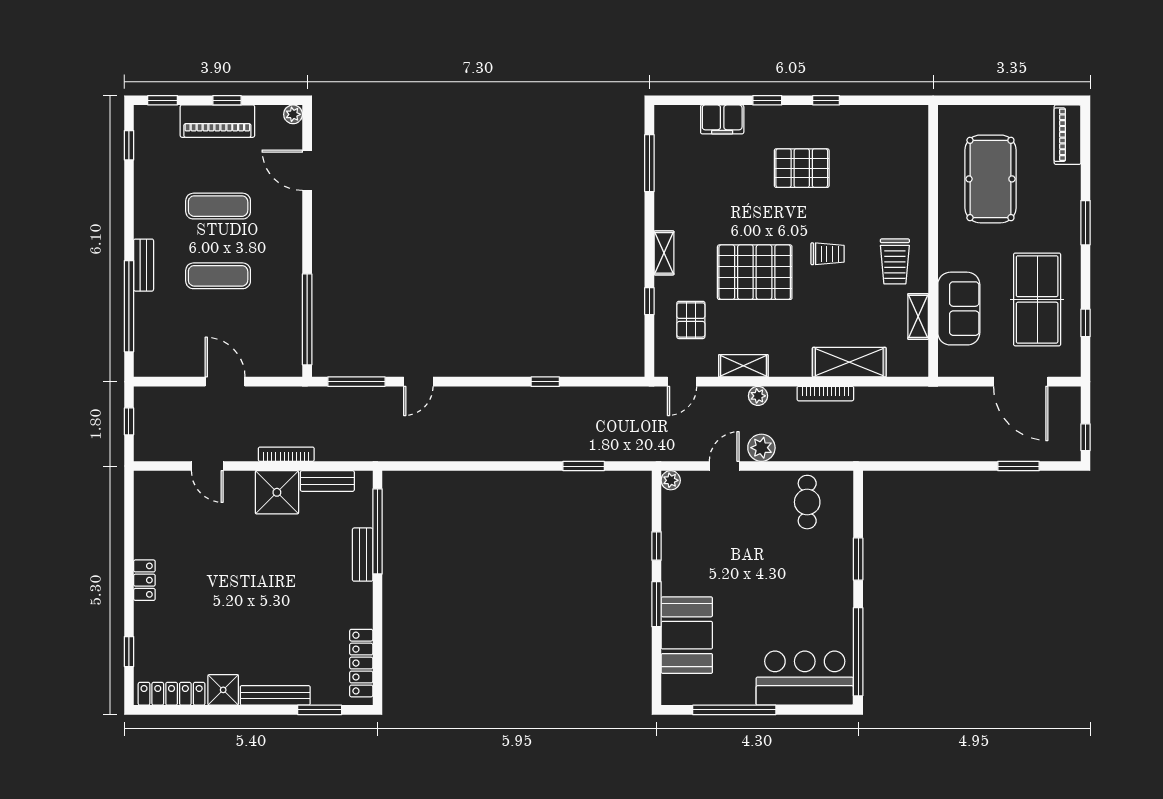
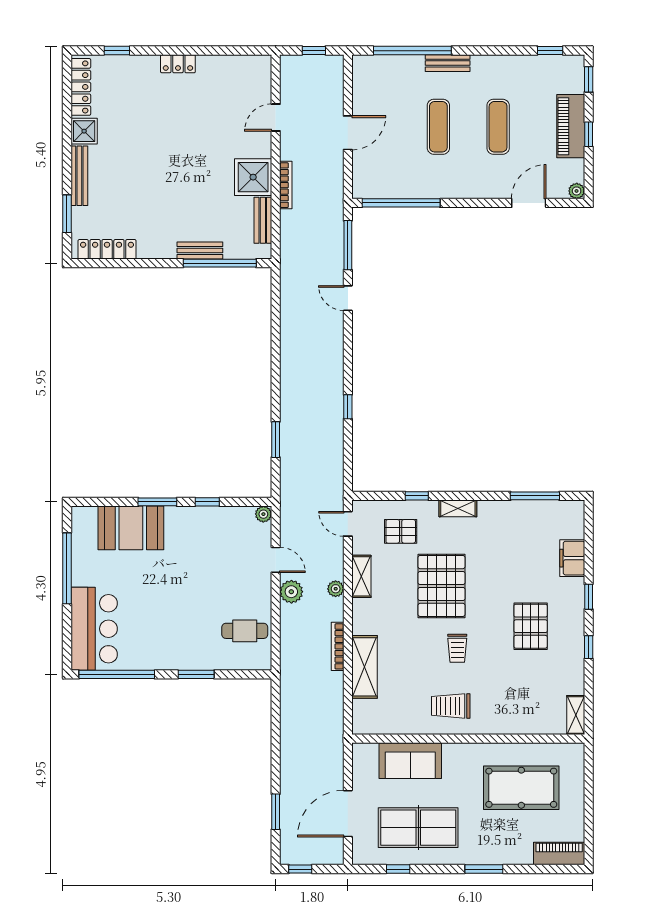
shelving: (918, 316) -> (576, 715), moved, turned 90

